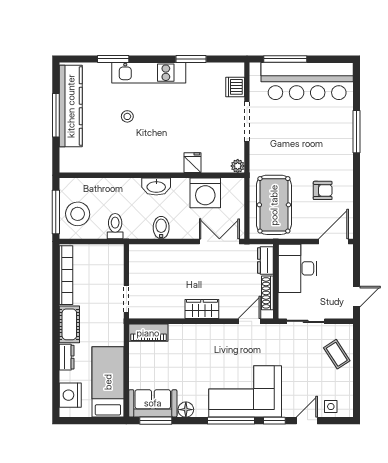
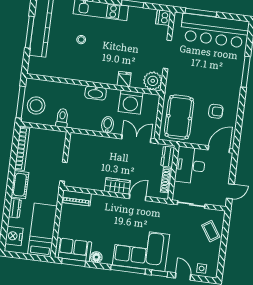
dishwasher: (235, 87) -> (163, 18), moved
plant: (238, 166) -> (153, 81), width x1.88, depth x1.88
bidet: (161, 228) -> (107, 125), moved
door: (249, 321) -> (138, 198), moved
door: (307, 421) -> (183, 276), hinge flipped

